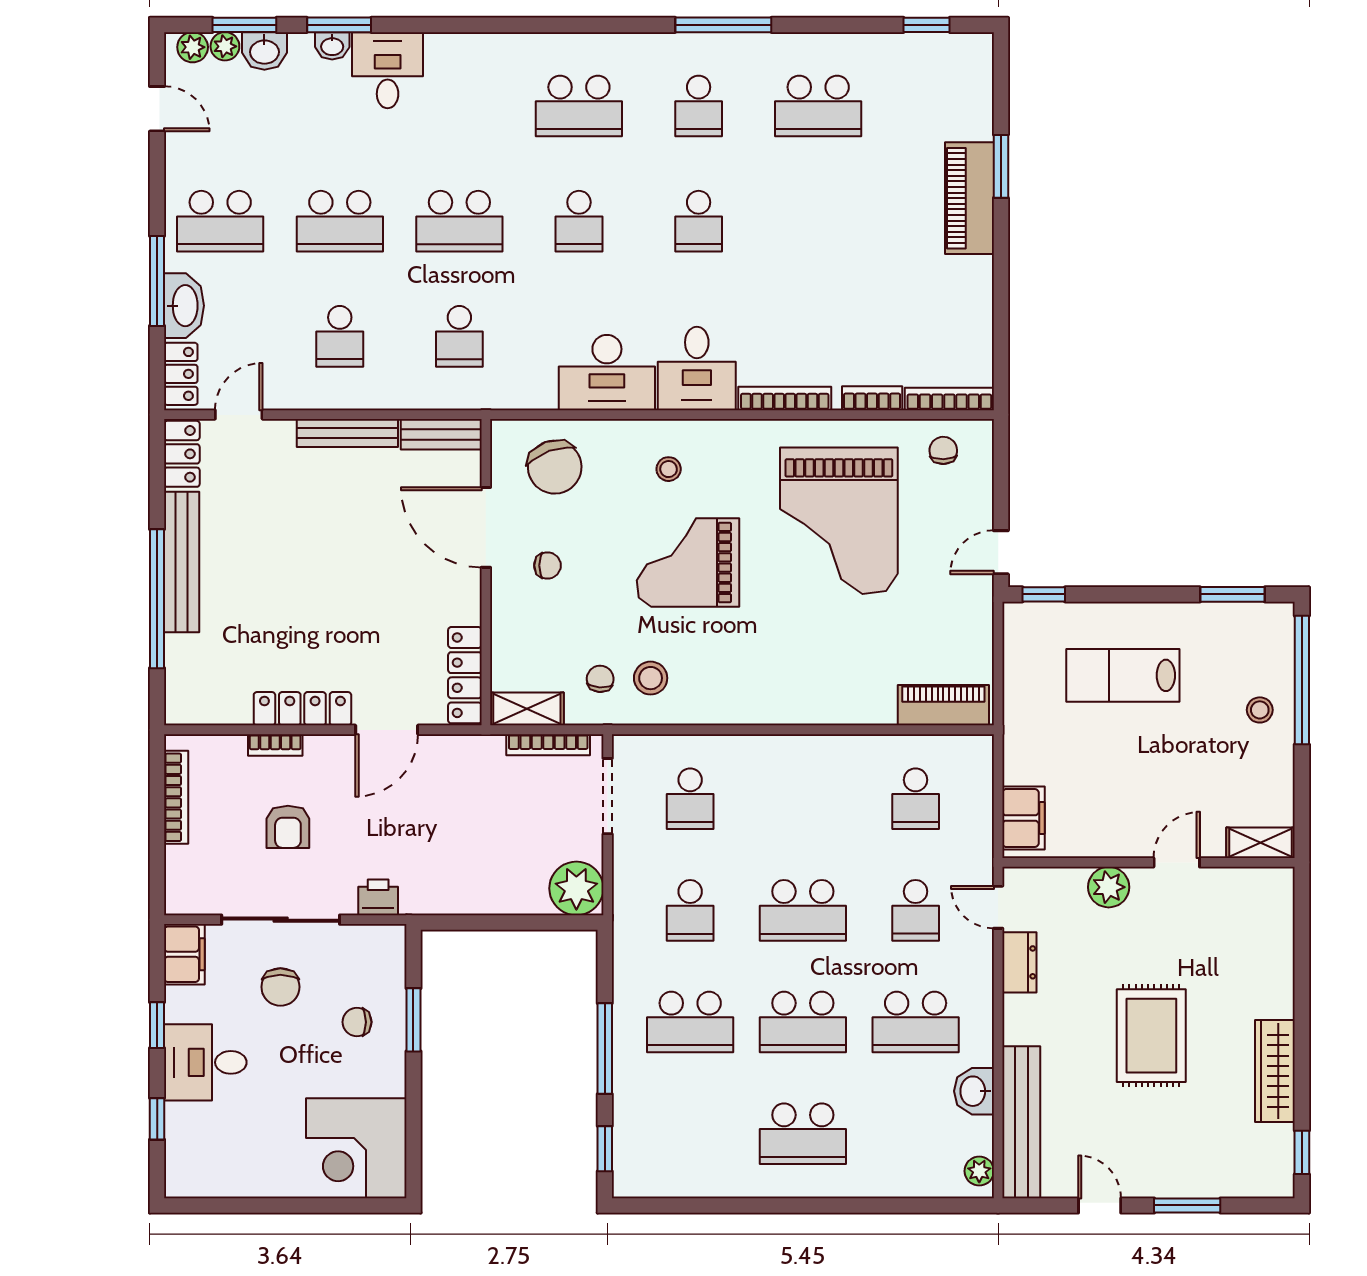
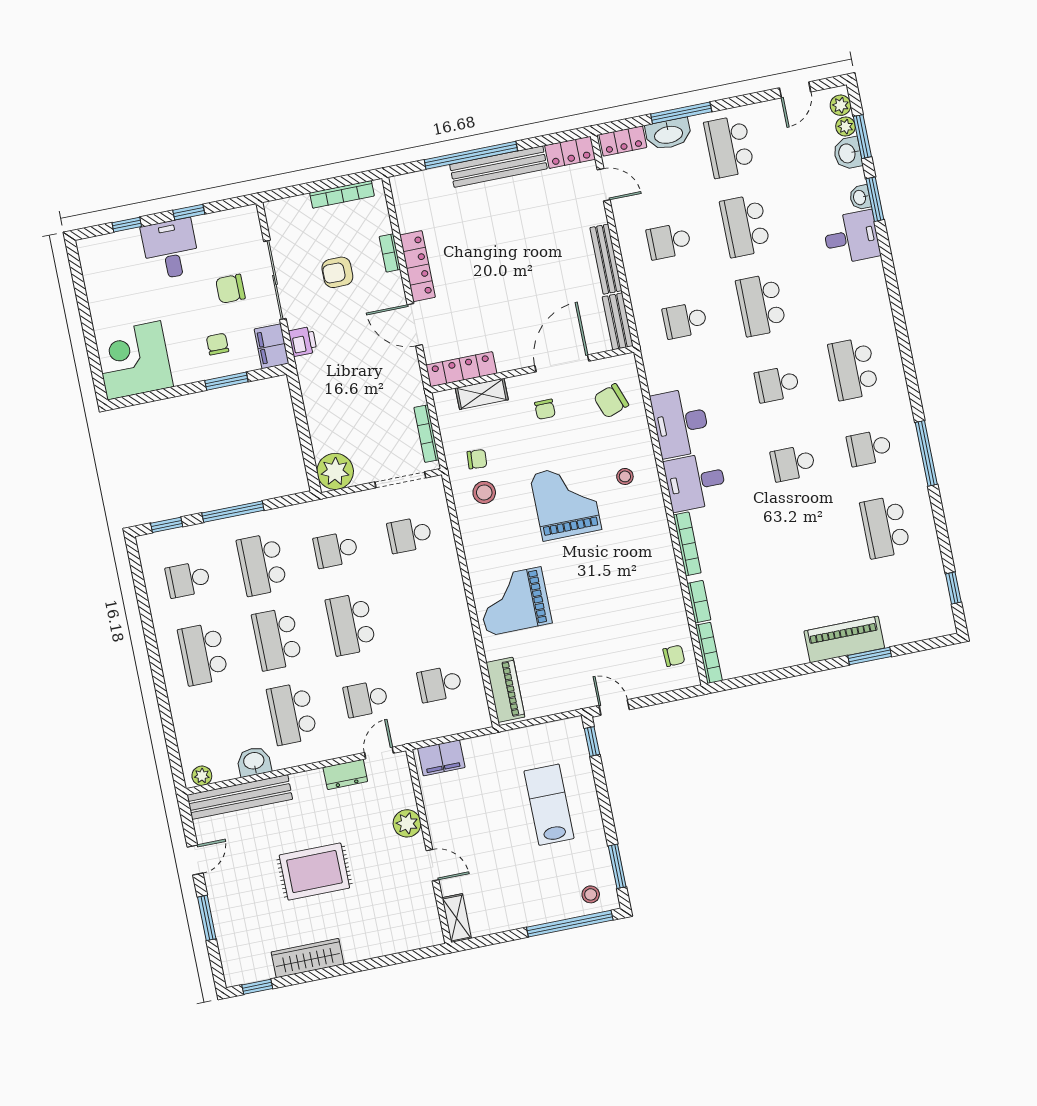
chair: (555, 467) -> (611, 401), width x0.73, depth x0.73
grand piano: (839, 521) -> (514, 601), moved, width x0.73, depth x0.68
shelving: (527, 709) -> (482, 394), moved, turned 90
stool: (1260, 710) -> (591, 894), moved
filing cabinet: (184, 954) -> (272, 346), moved, turned 90
school desk: (690, 1134) -> (188, 579), added

